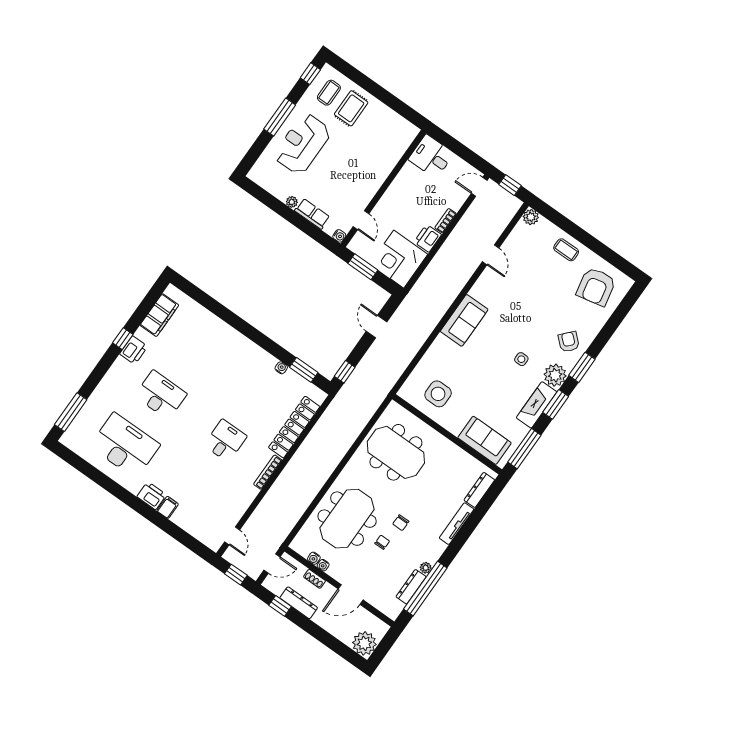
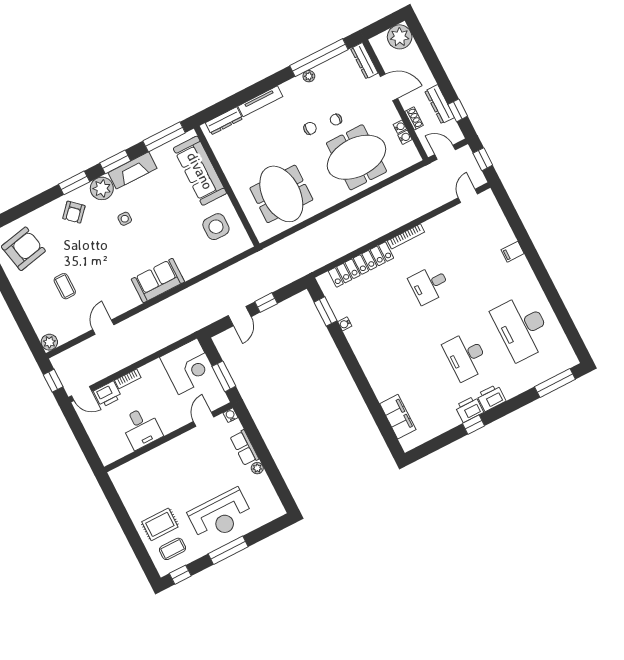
desk: (431, 156) -> (141, 428), moved
printer: (428, 238) -> (108, 394), moved
coffee table: (566, 250) -> (65, 286), moved
filing cabinet: (159, 315) -> (398, 417), moved, turned 90
window: (345, 372) -> (266, 303), moved
sofa: (485, 440) -> (200, 171), width x1.36
printer: (152, 496) -> (491, 398), moved, turned 90
dresser: (411, 587) -> (364, 61), moved, turned 90

